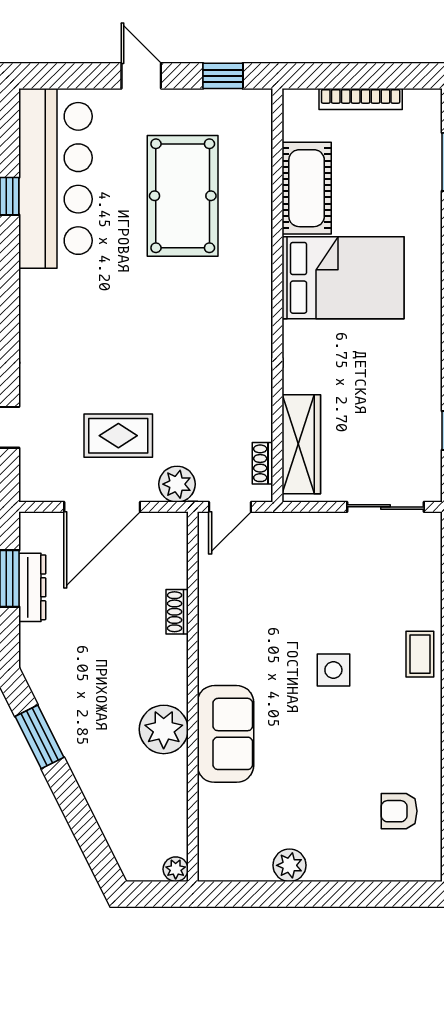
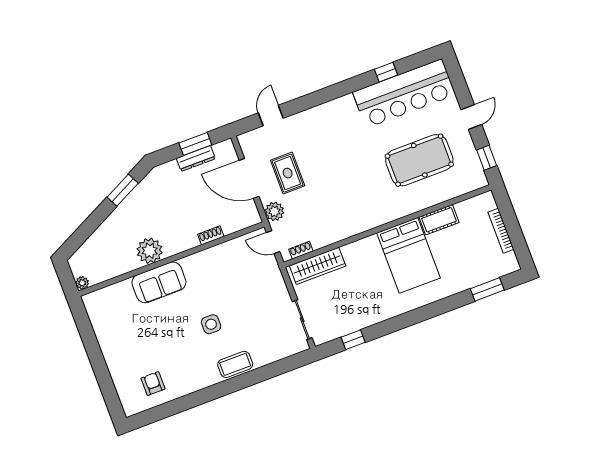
cot: (307, 188) -> (439, 220), width x0.73, depth x0.75
coffee table: (420, 654) -> (235, 364), width x1.36, depth x1.30
plant: (290, 865) -> (105, 339), removed

